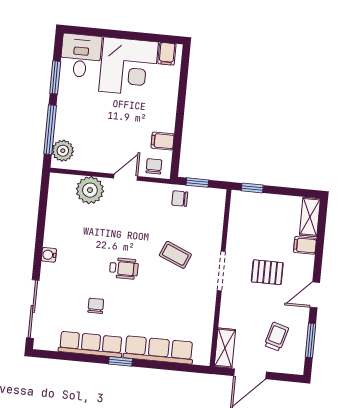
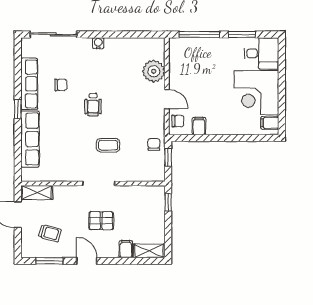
plant: (63, 151) -> (183, 46), removed
coffee table: (175, 255) -> (108, 145), turned 67
pallet: (267, 272) -> (101, 221), turned 90

